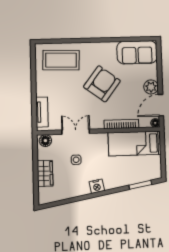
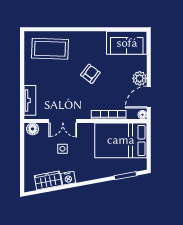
armchair: (102, 84) -> (90, 74), width x0.53, depth x0.53
double door: (76, 132) -> (63, 121), swing flipped
bed: (134, 144) -> (121, 140), width x1.50
wardrobe: (45, 173) -> (48, 180), moved, turned -100
nightstand: (97, 186) -> (68, 178), moved

